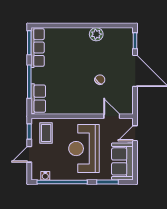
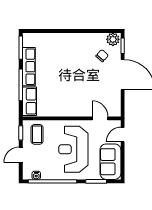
plant: (96, 34) -> (113, 39), moved
row of seats: (38, 48) -> (29, 67), moved
chair: (100, 80) -> (102, 56), moved

